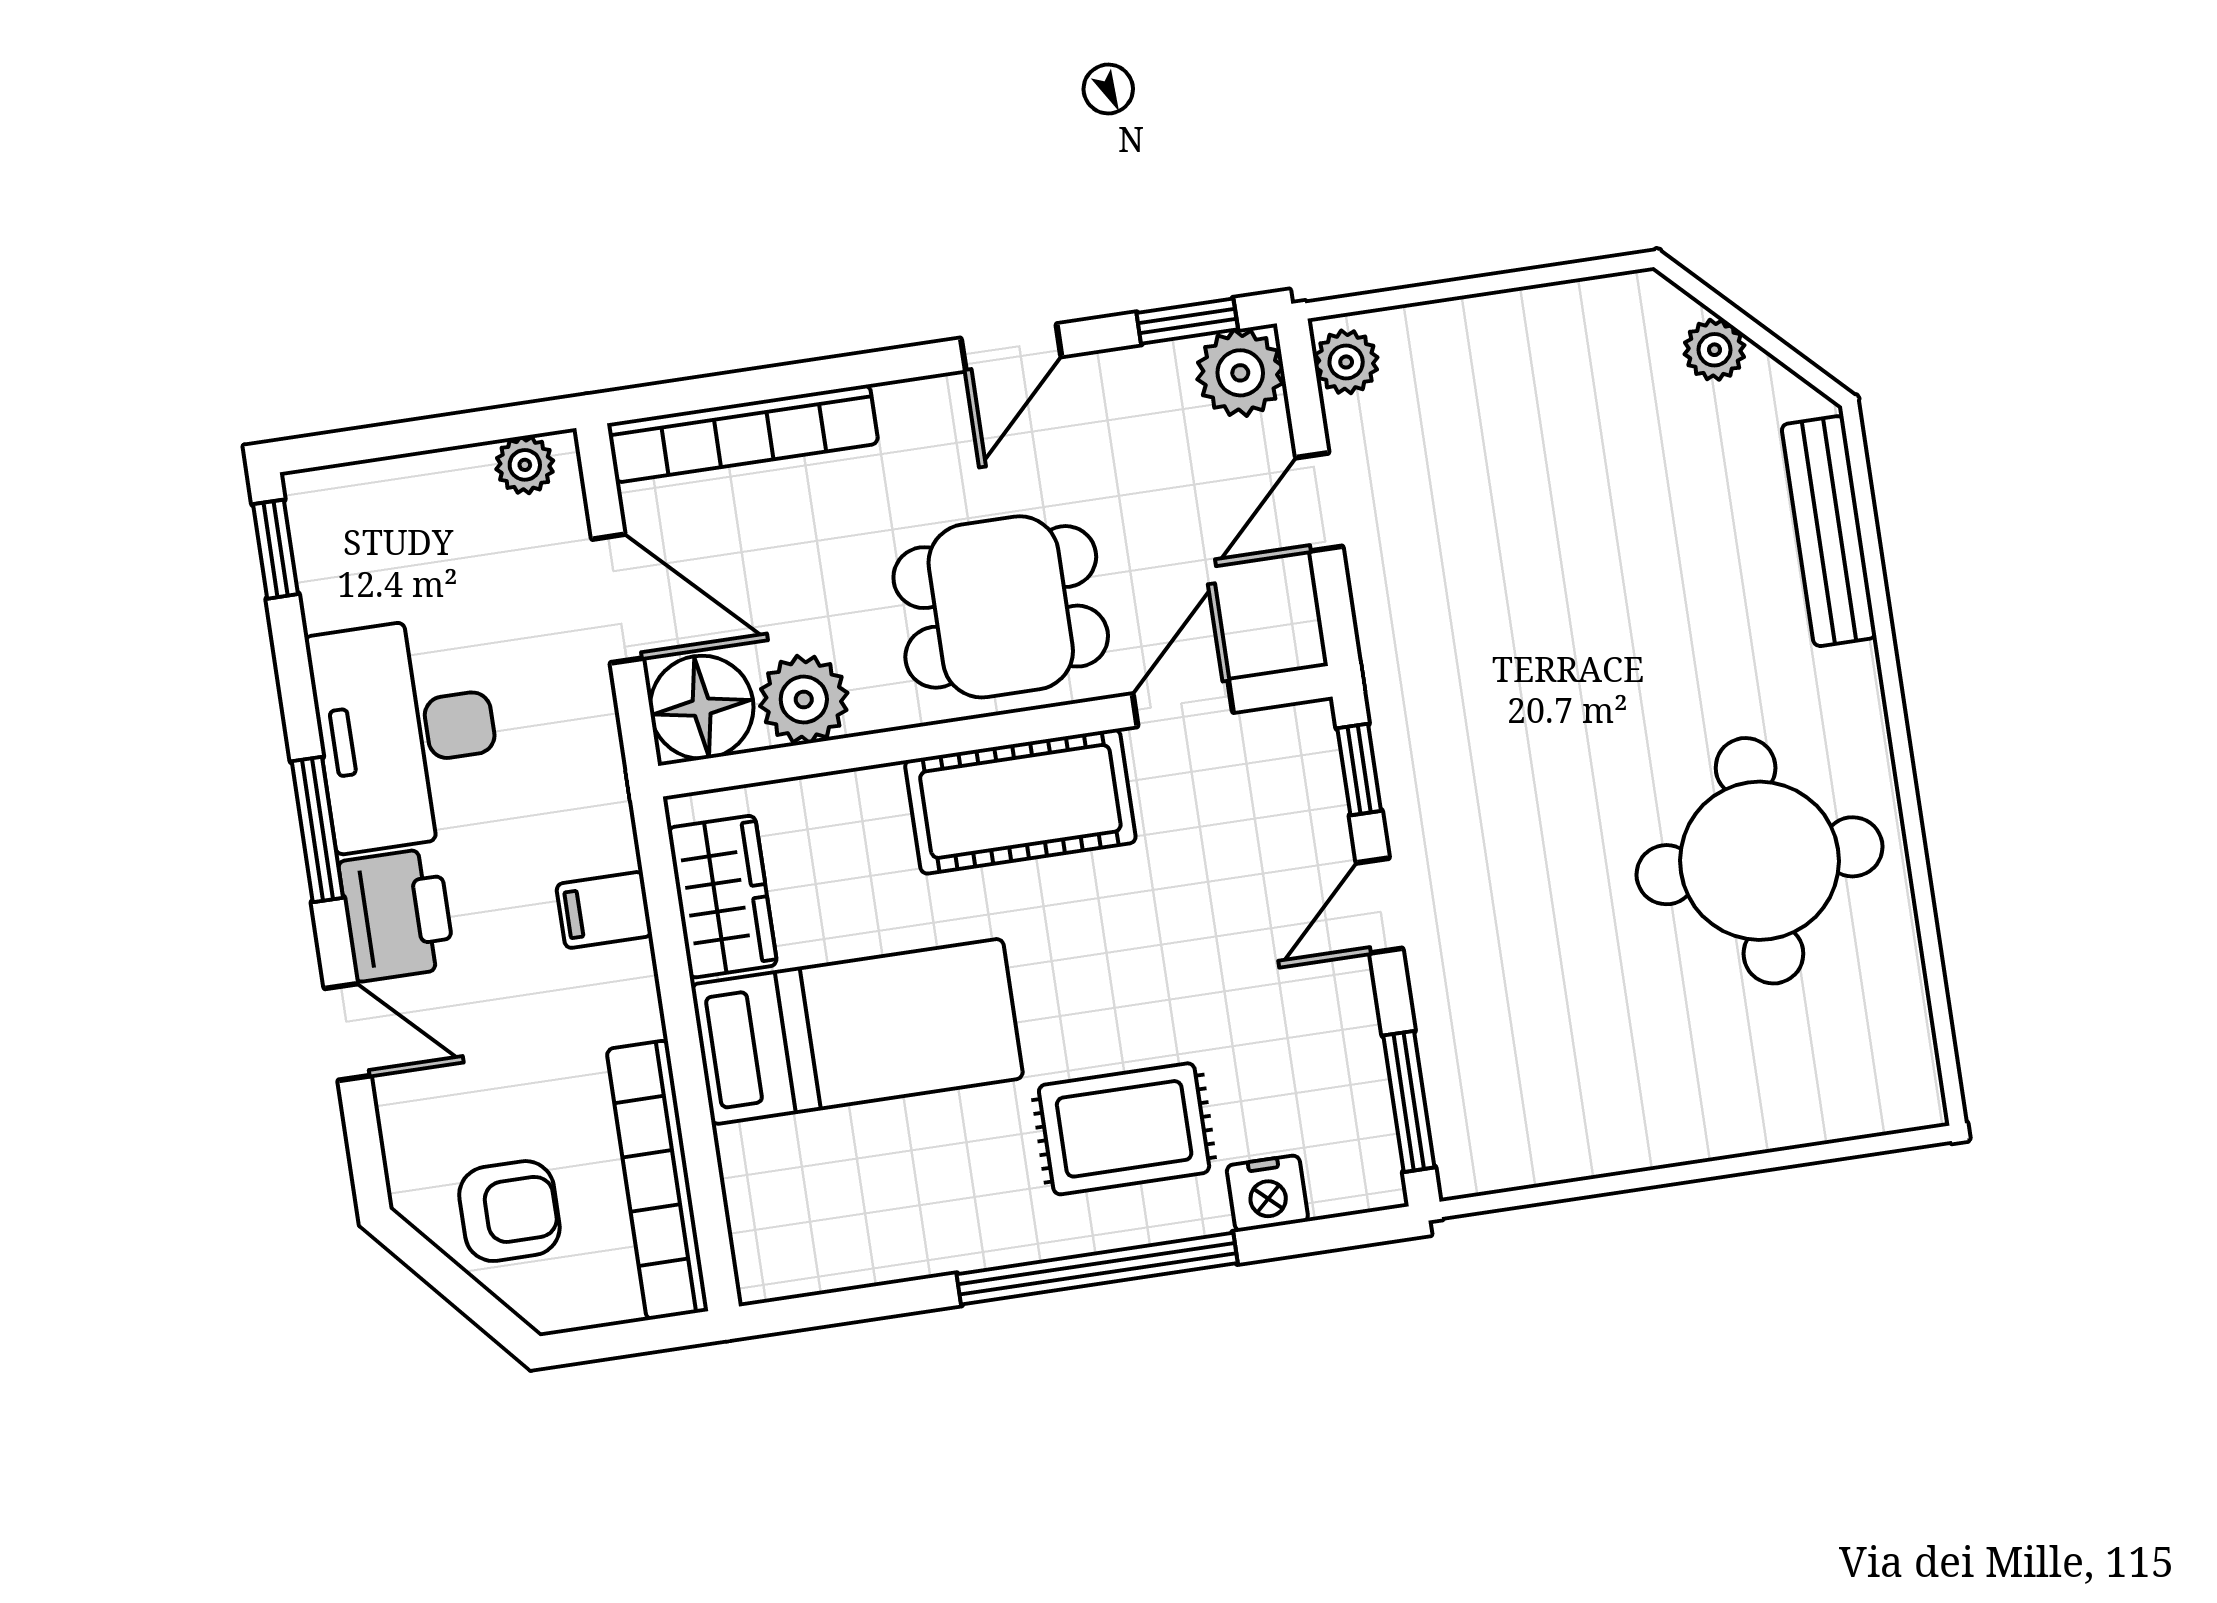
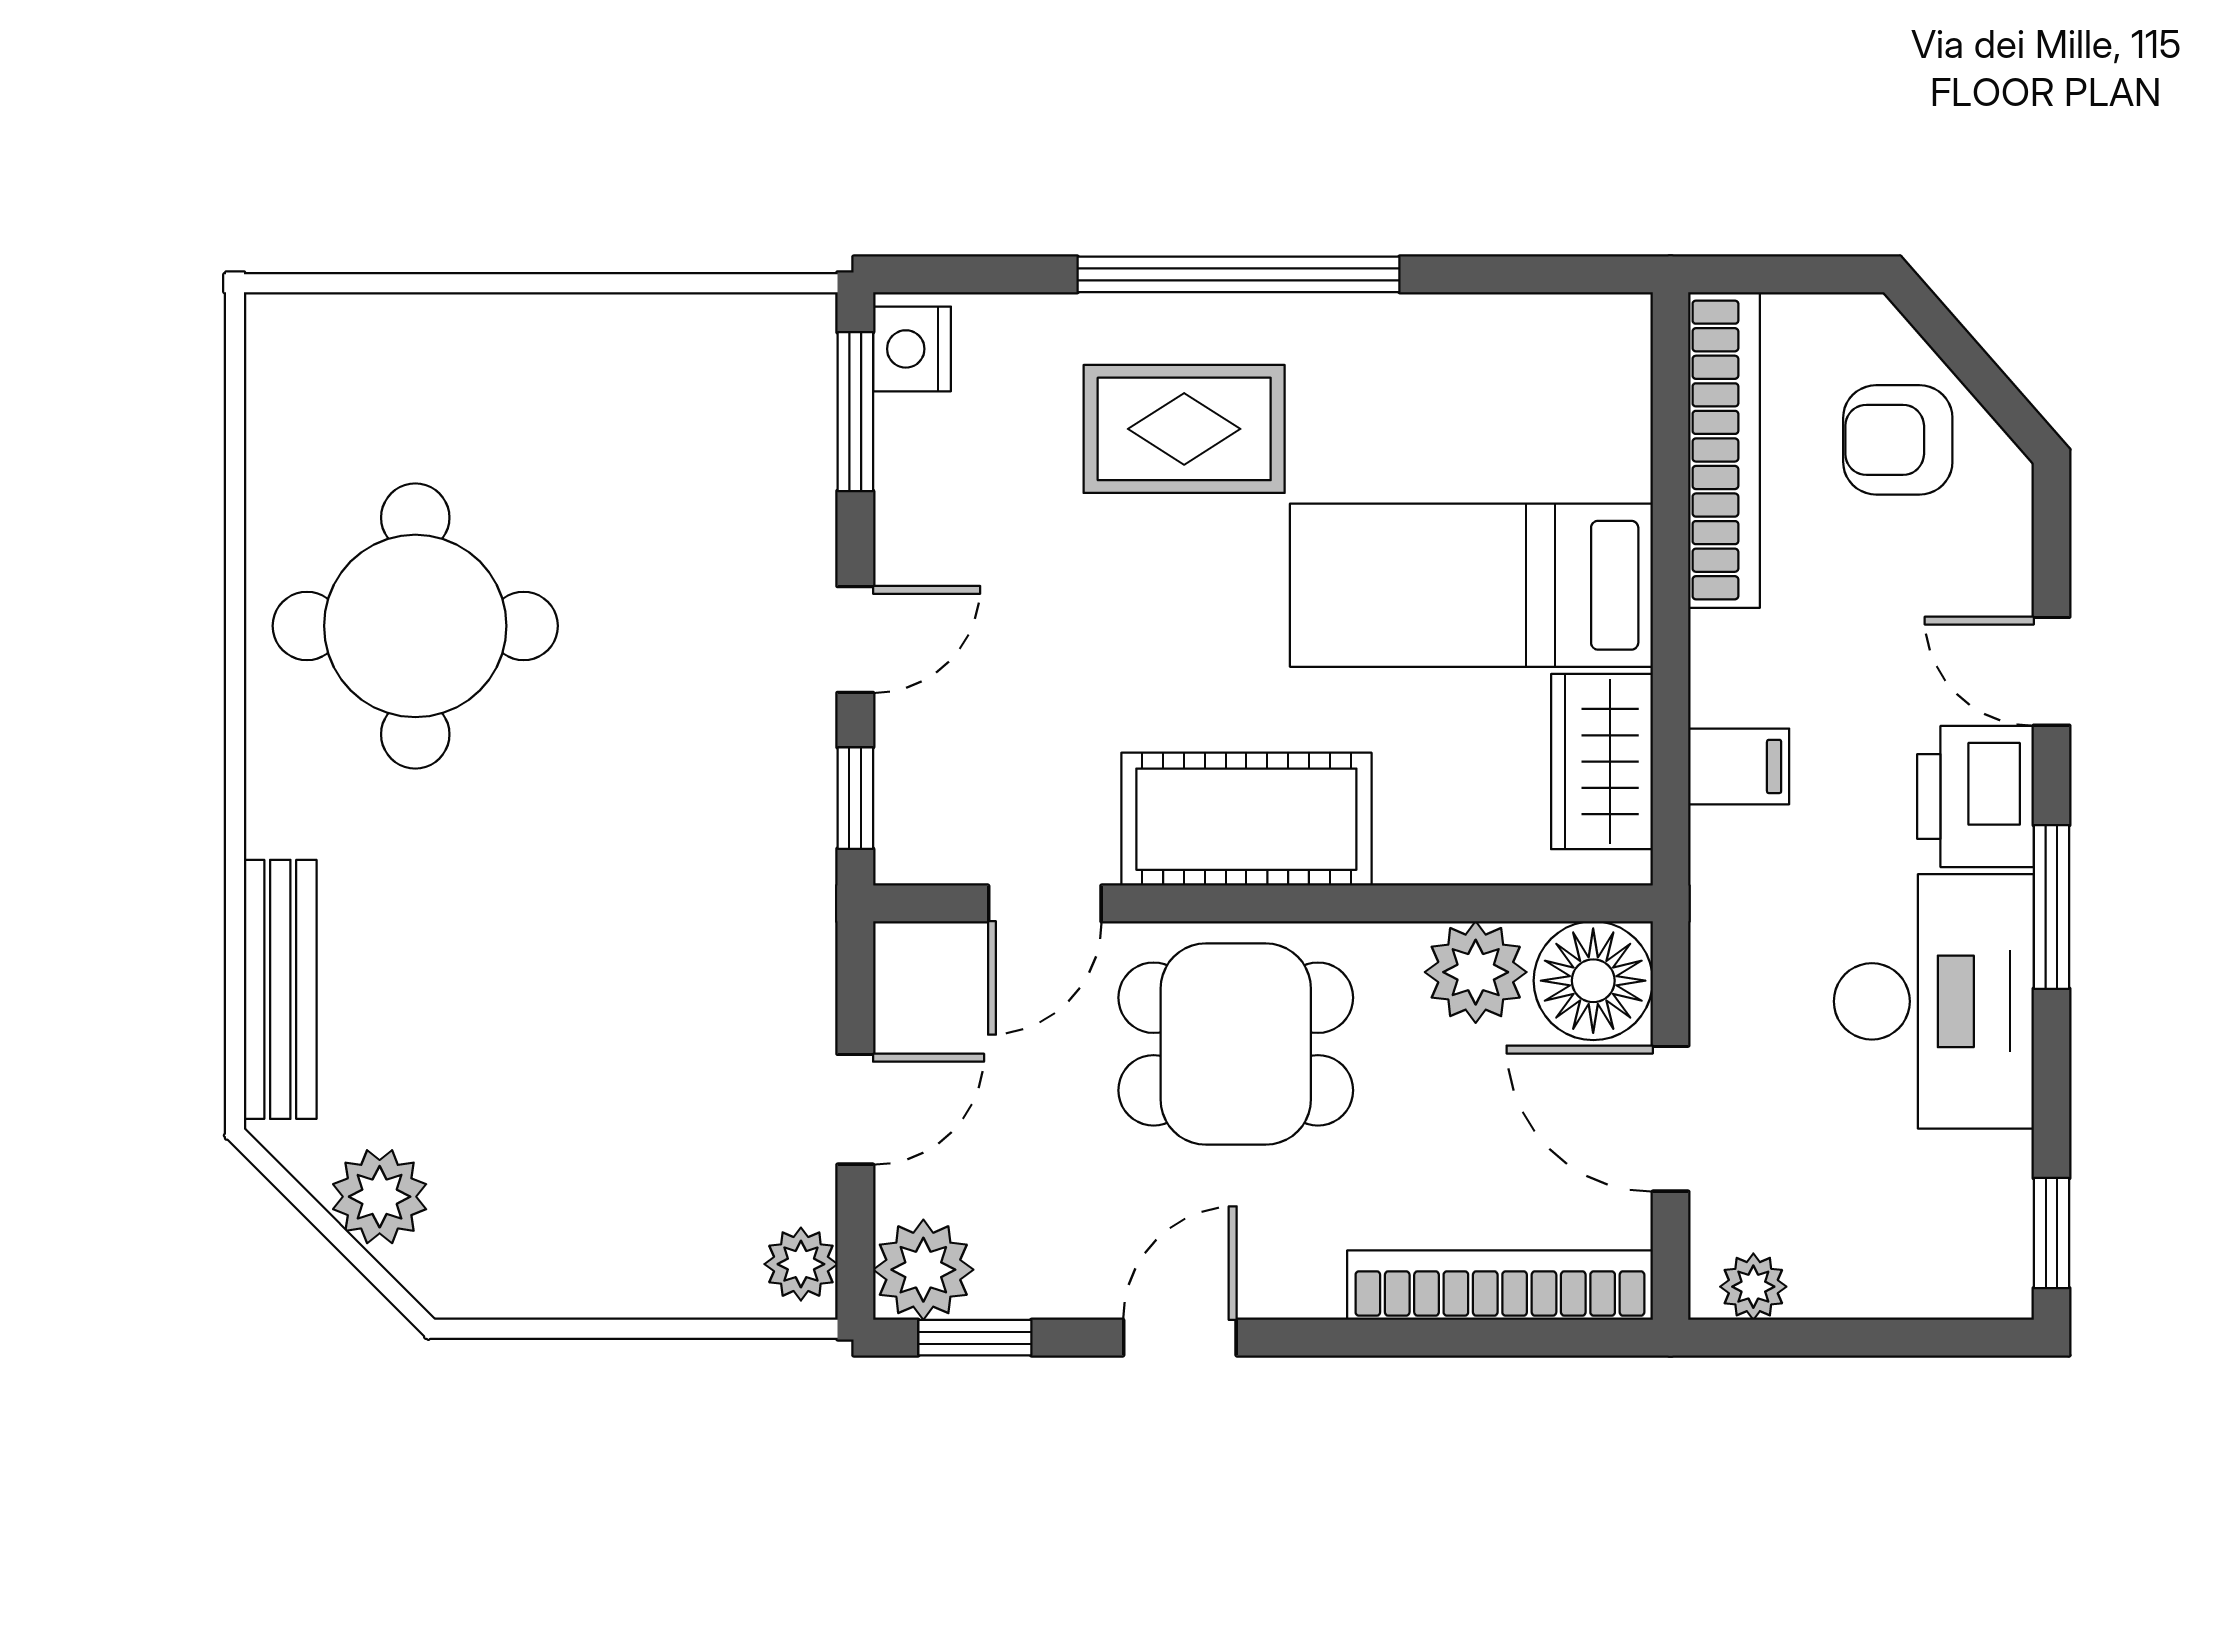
plant: (1714, 350) -> (380, 1197), width x1.38, depth x1.38
nightstand: (1267, 1193) -> (912, 349), moved, turned -90

